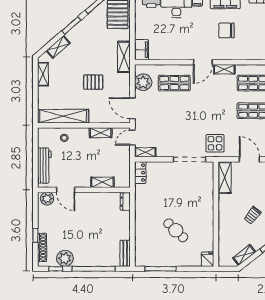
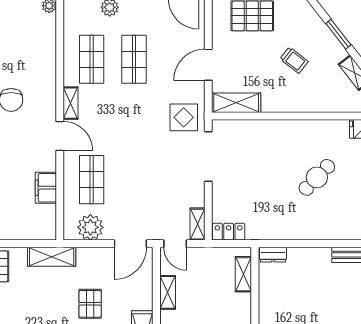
filing cabinet: (142, 50) -> (46, 188), moved, turned -90
shelving: (102, 182) -> (243, 274), moved

